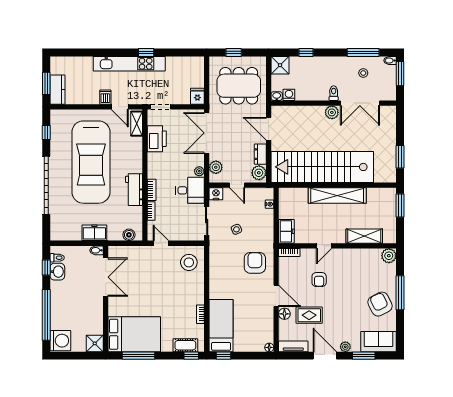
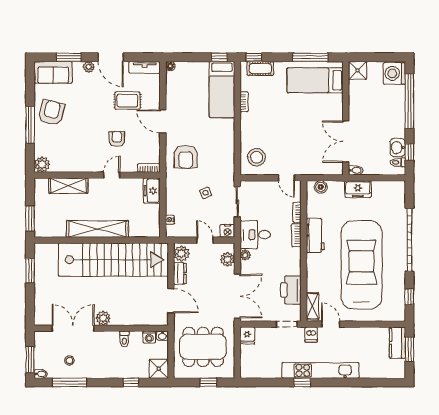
toilet: (334, 93) -> (124, 339), moved
dishwasher: (105, 97) -> (311, 335), moved
armchair: (380, 304) -> (51, 113), turned -139
floor lamp: (284, 314) -> (154, 102), removed
bed: (134, 334) -> (315, 80), width x0.67

